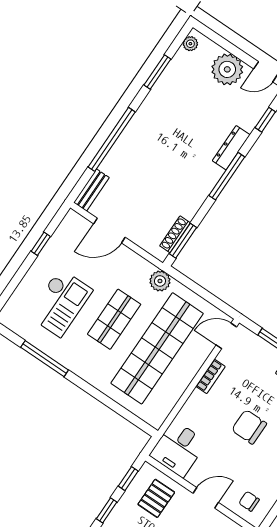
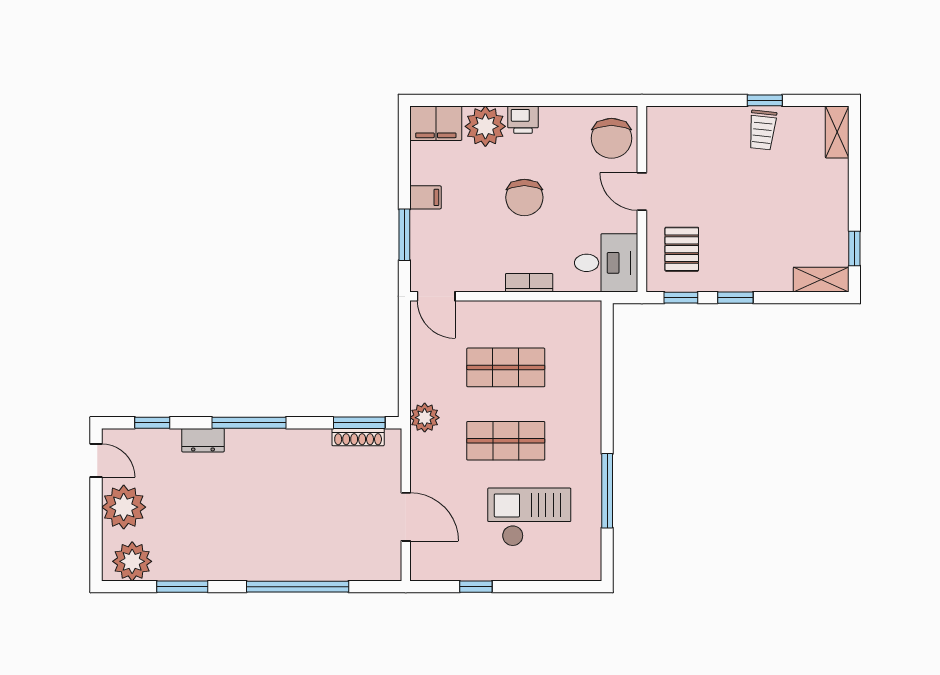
plant: (190, 44) -> (132, 561), width x1.87, depth x1.87
dresser: (231, 148) -> (203, 440), width x0.70
bench: (91, 190) -> (373, 570), removed
shop shelf: (157, 348) -> (506, 367), width x0.50, depth x0.74
bookcase: (210, 376) -> (529, 283), moved
pallet: (156, 498) -> (682, 249), turned 90
chair: (249, 501) -> (611, 138), width x1.87, depth x1.87

